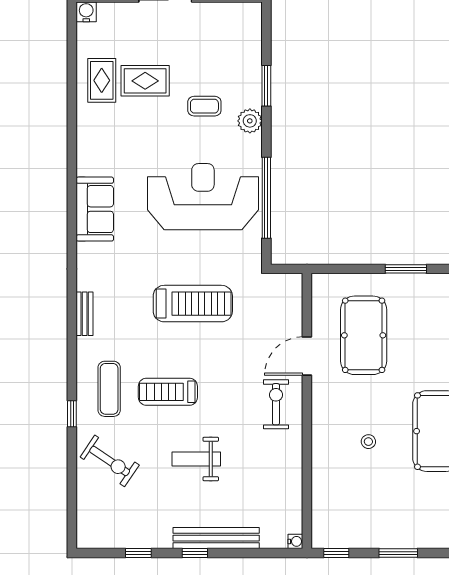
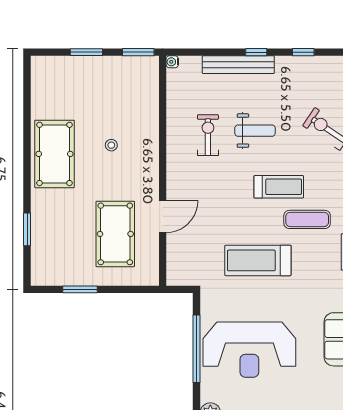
exercise mat: (109, 389) -> (307, 219), moved, turned 90
exercise bike: (276, 404) -> (208, 135), moved, turned 180
window: (336, 553) -> (138, 52), width x1.50

